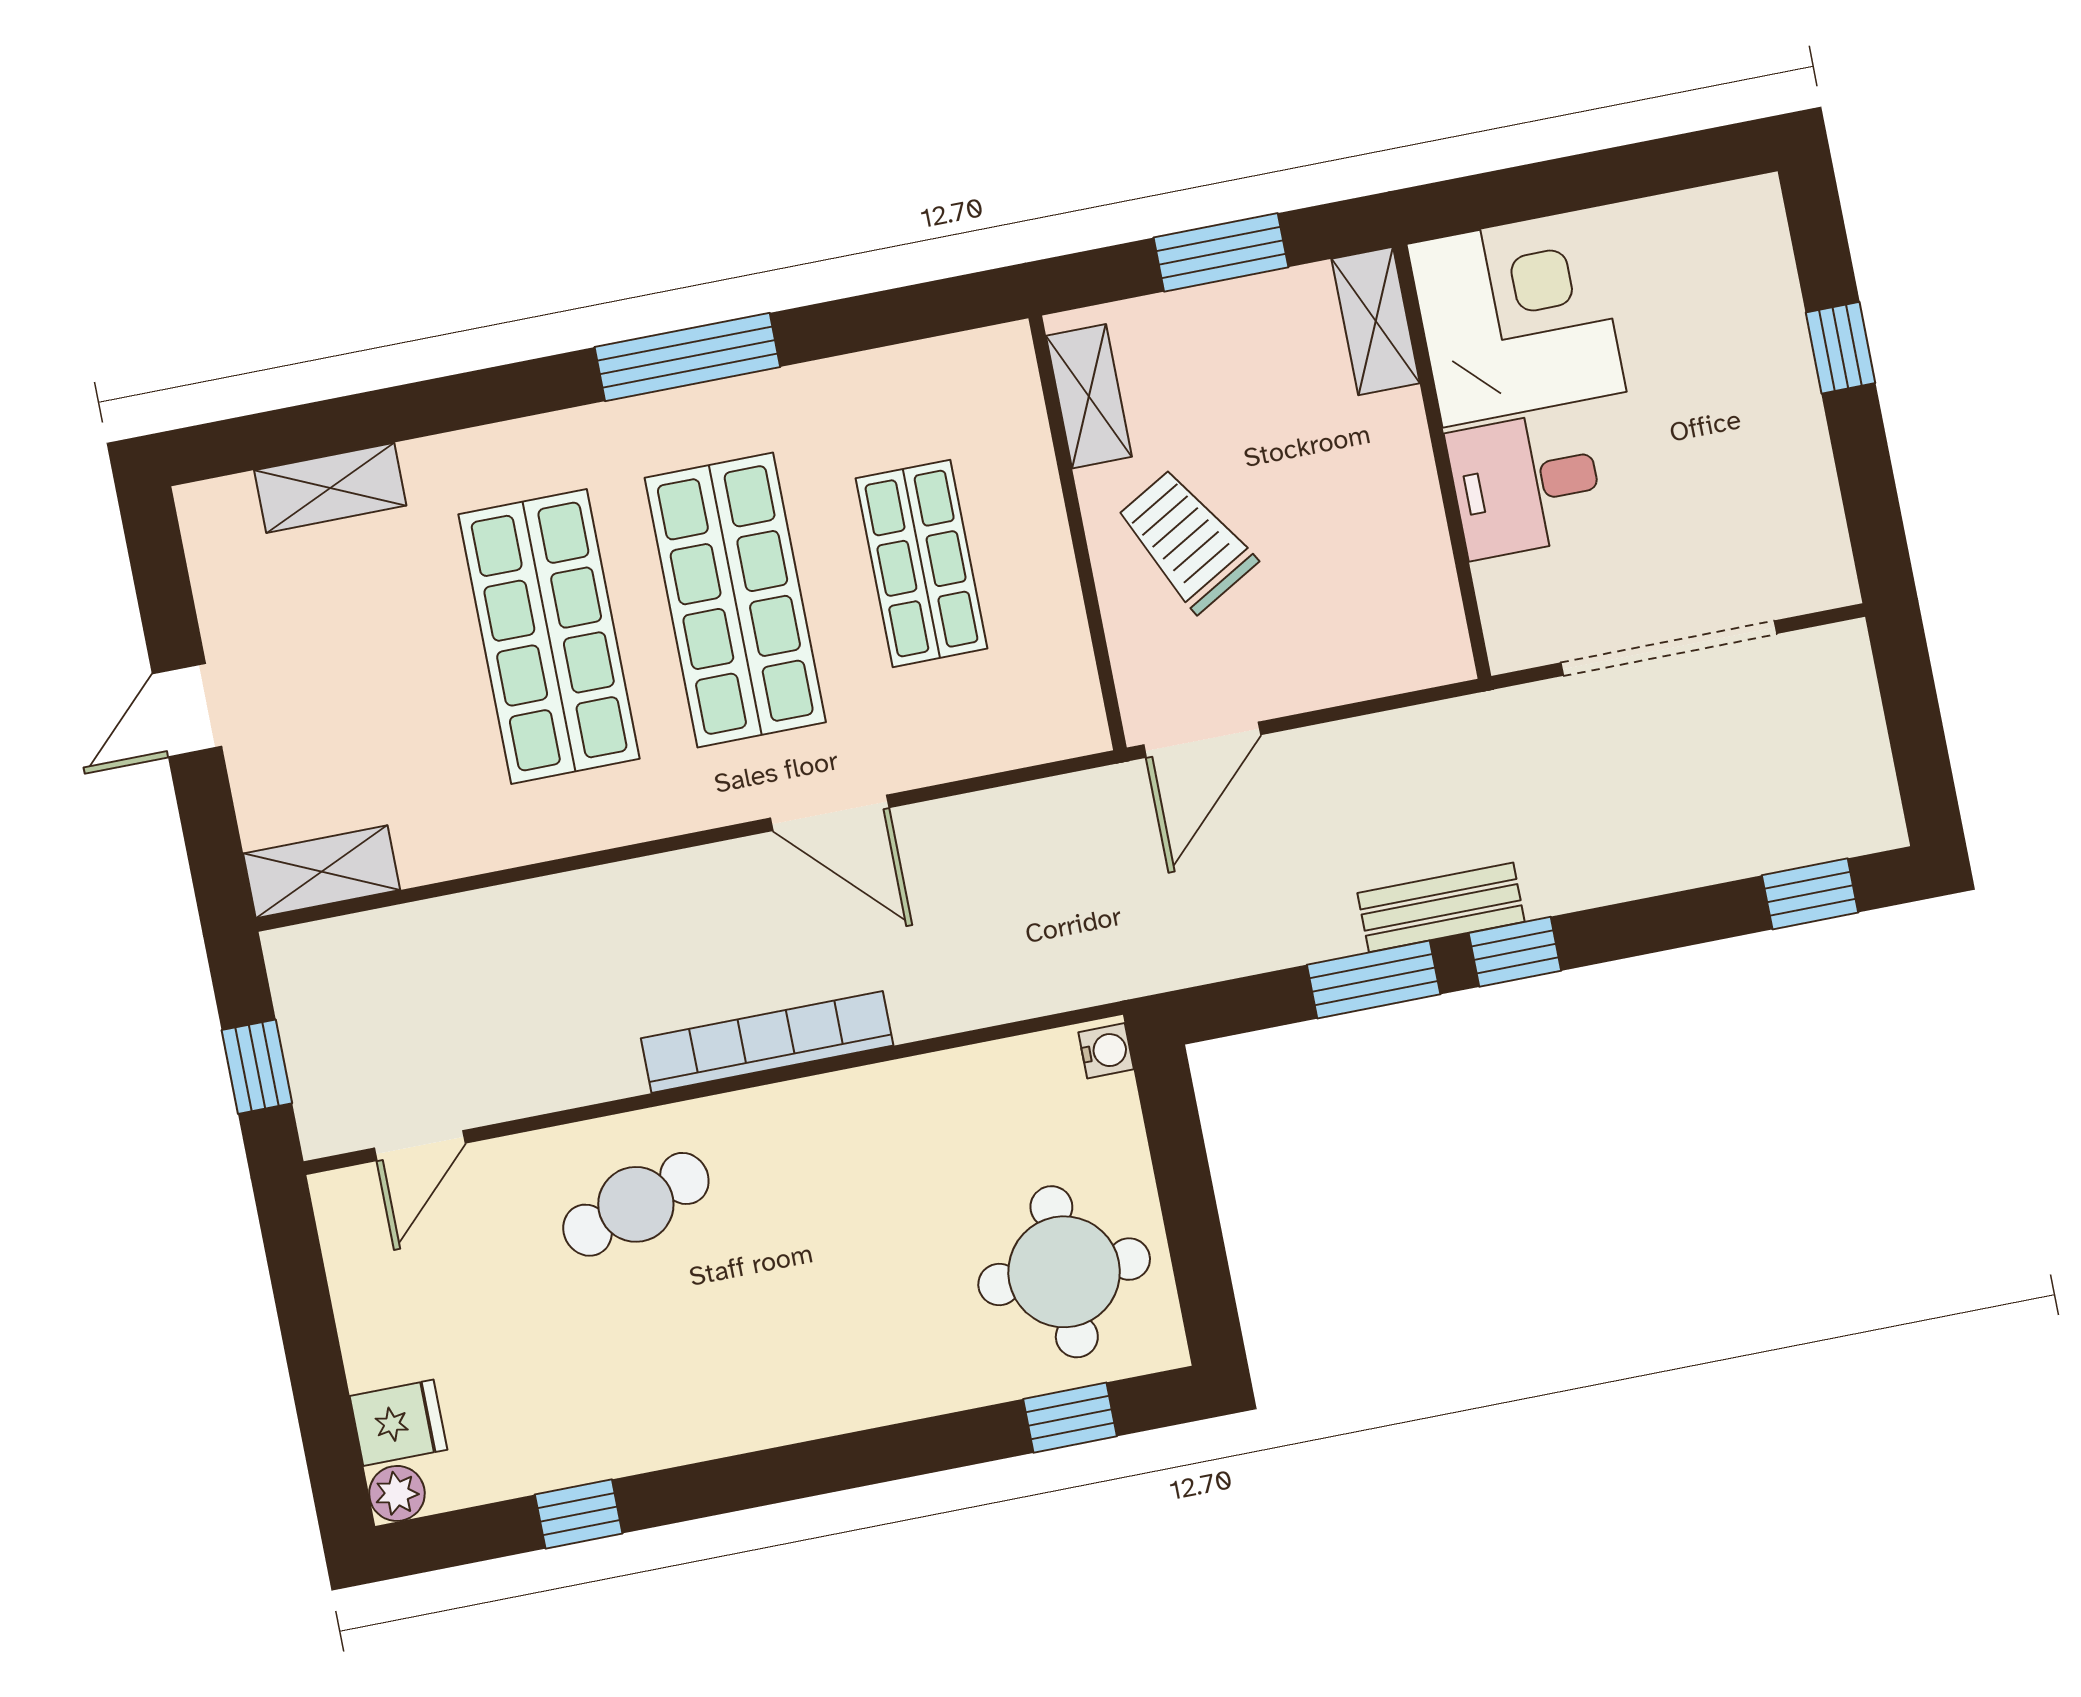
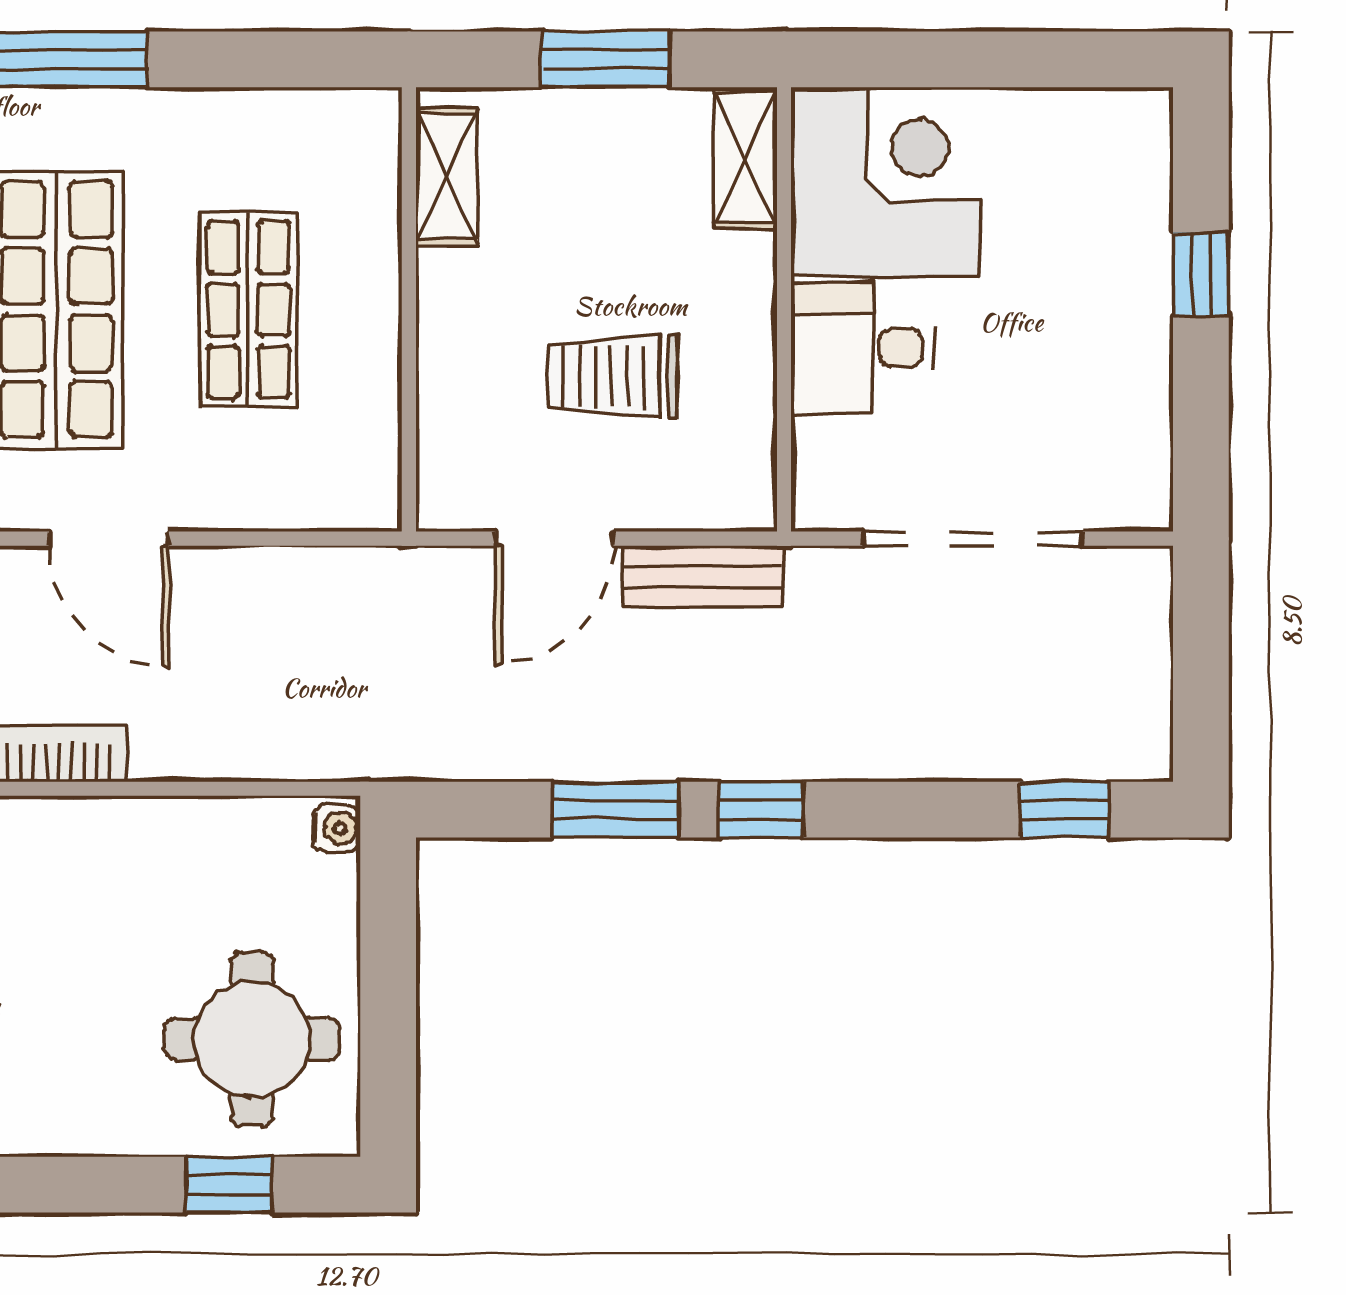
trolley: (1186, 540) -> (613, 376), moved, turned -60
door: (1202, 740) -> (554, 539), moved
bench: (1441, 907) -> (703, 576), moved

